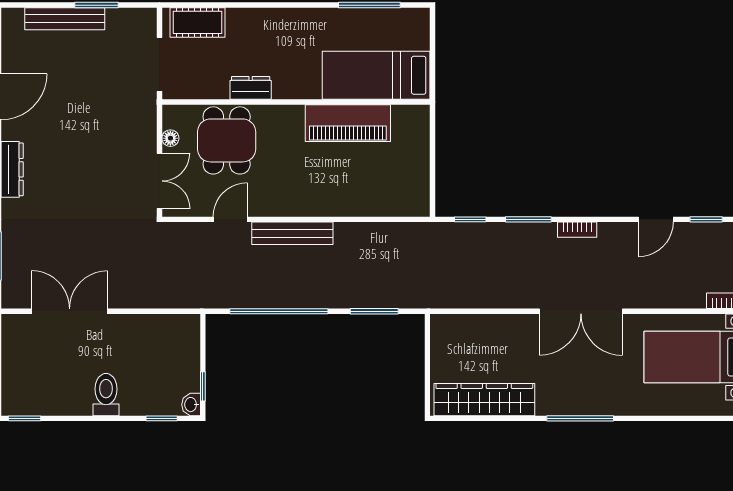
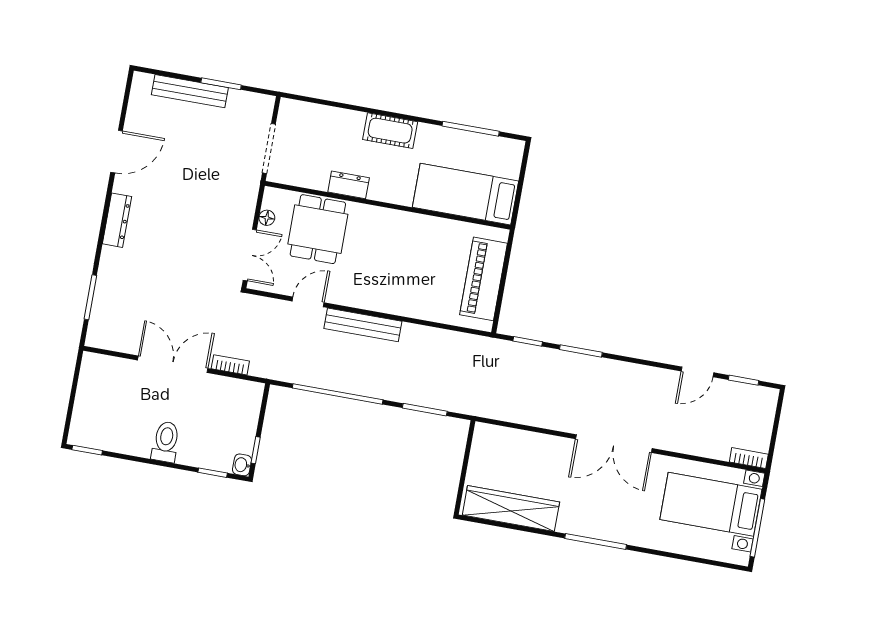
cot: (197, 22) -> (390, 131), moved
piano: (348, 123) -> (483, 279), moved, turned 90
bookcase: (577, 230) -> (230, 365), moved, turned 180
double door: (70, 311) -> (173, 364), moved

